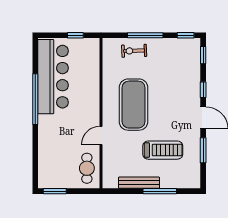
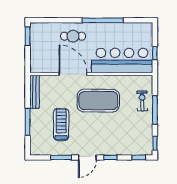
bar counter: (53, 77) -> (122, 61), moved, turned 180
door: (101, 136) -> (73, 74), width x1.88
treadmill: (163, 150) -> (61, 124), turned 180
cafe table: (87, 168) -> (73, 36), moved
bench: (139, 183) -> (34, 92), moved

